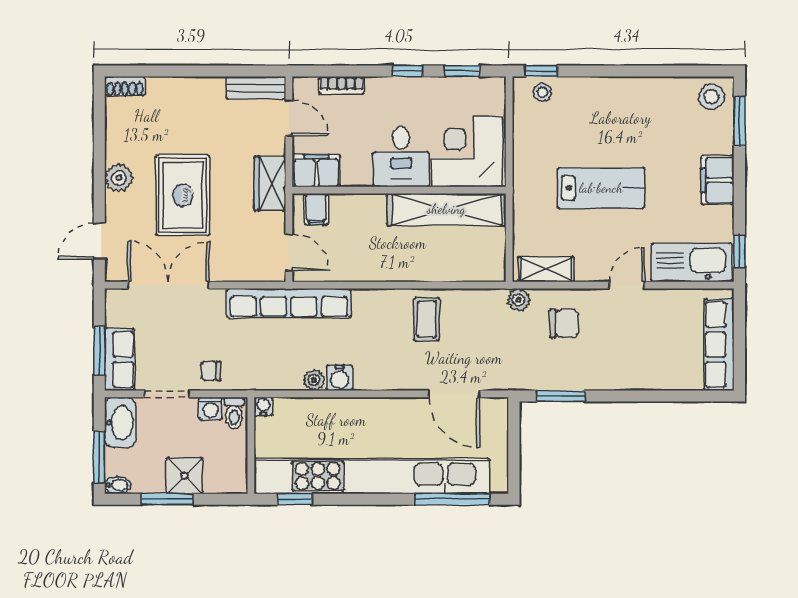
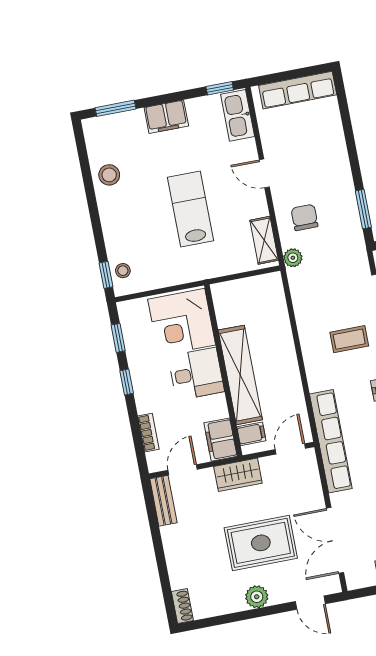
stool: (711, 97) -> (109, 175), moved
shelving: (446, 209) -> (240, 375), moved
kitchen sink: (692, 263) -> (238, 115), width x0.73, depth x0.81
coffee table: (427, 319) -> (349, 339), moved

